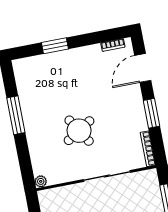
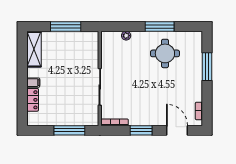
window: (55, 46) -> (207, 67), width x1.44
round table: (79, 131) -> (165, 53), moved, turned 32
plant: (41, 181) -> (126, 36), moved

